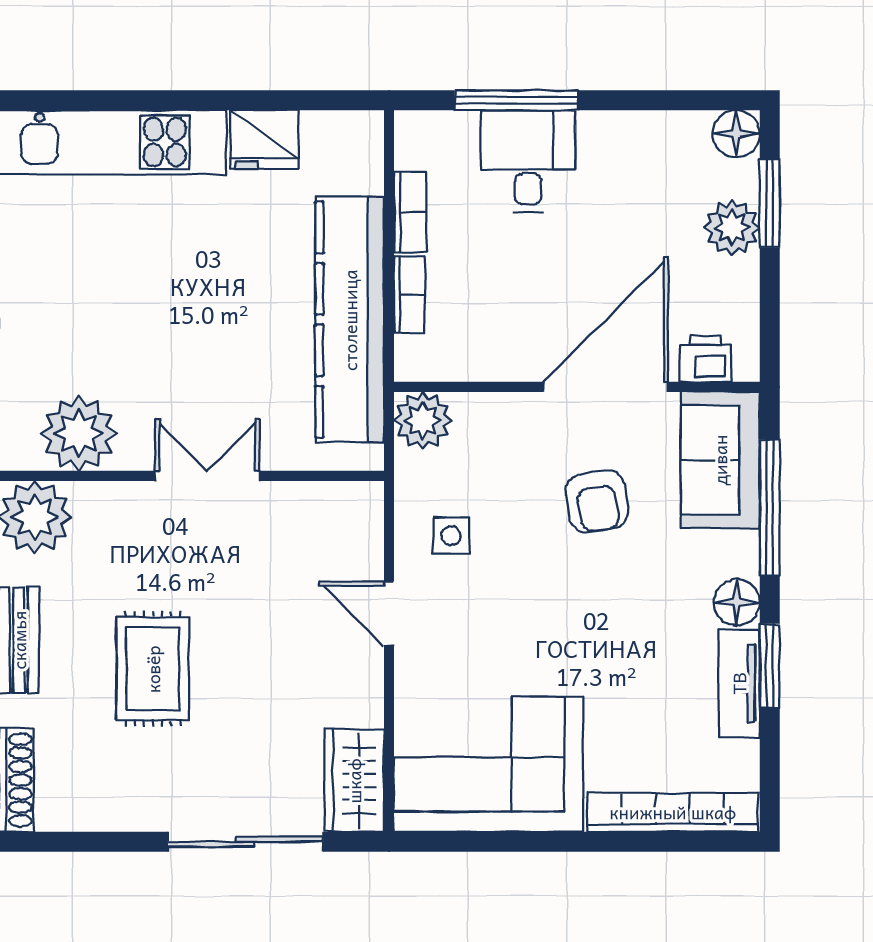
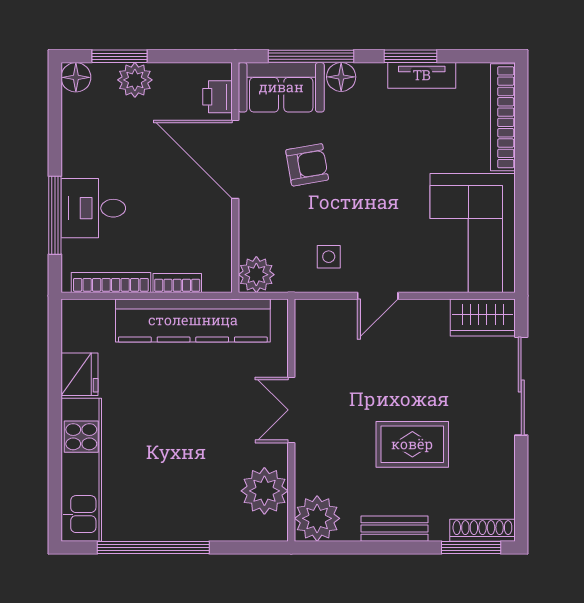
bookcase: (410, 212) -> (111, 282), width x1.56
floor lamp: (737, 602) -> (341, 77), moved

